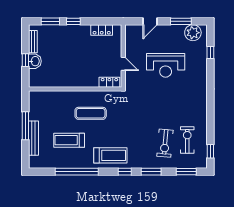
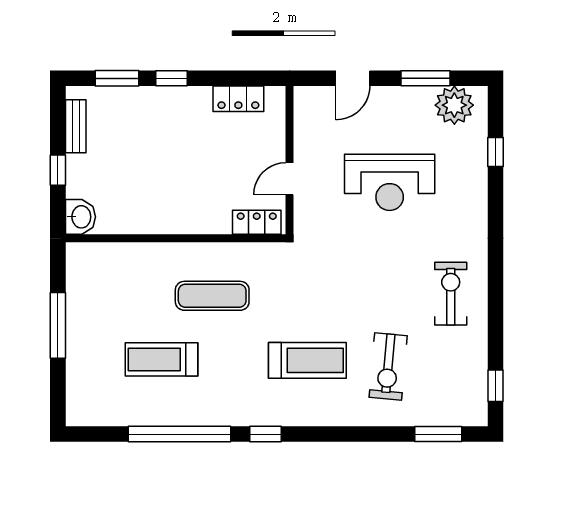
washbasin: (35, 61) -> (80, 217), moved
door: (123, 64) -> (290, 179), swing flipped
bench: (33, 138) -> (77, 355), removed
exercise bike: (187, 140) -> (451, 294), moved
treadmill: (110, 155) -> (307, 360), moved
window: (125, 172) -> (265, 434), moved
window: (151, 172) -> (355, 434), removed

